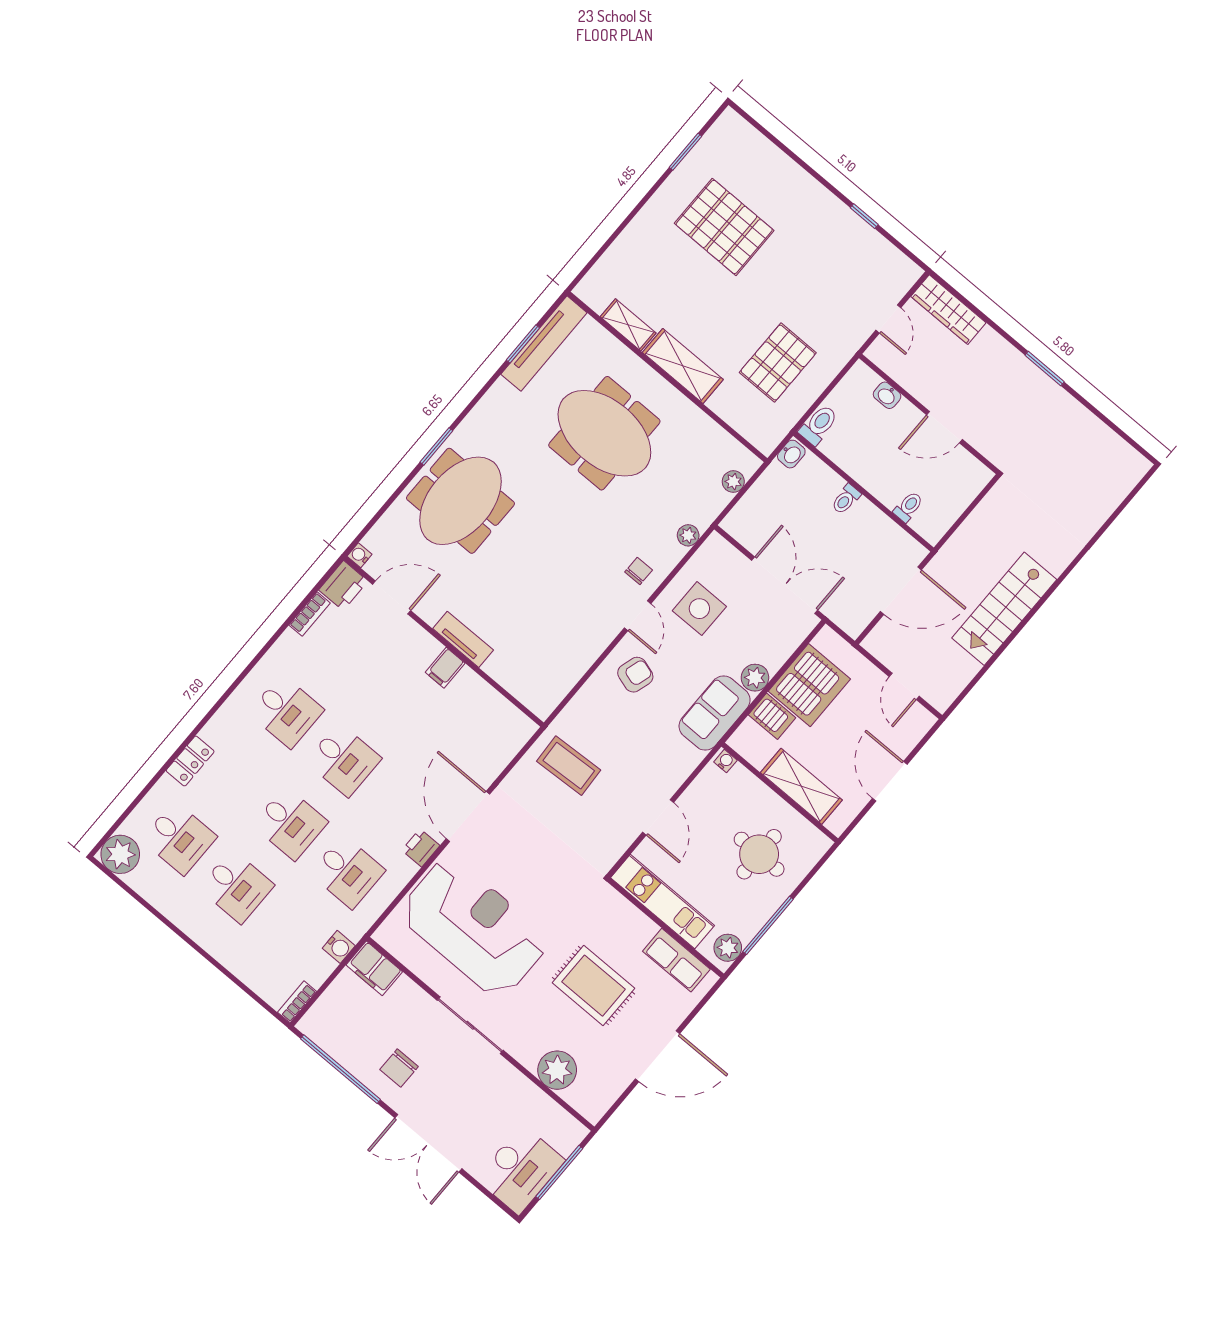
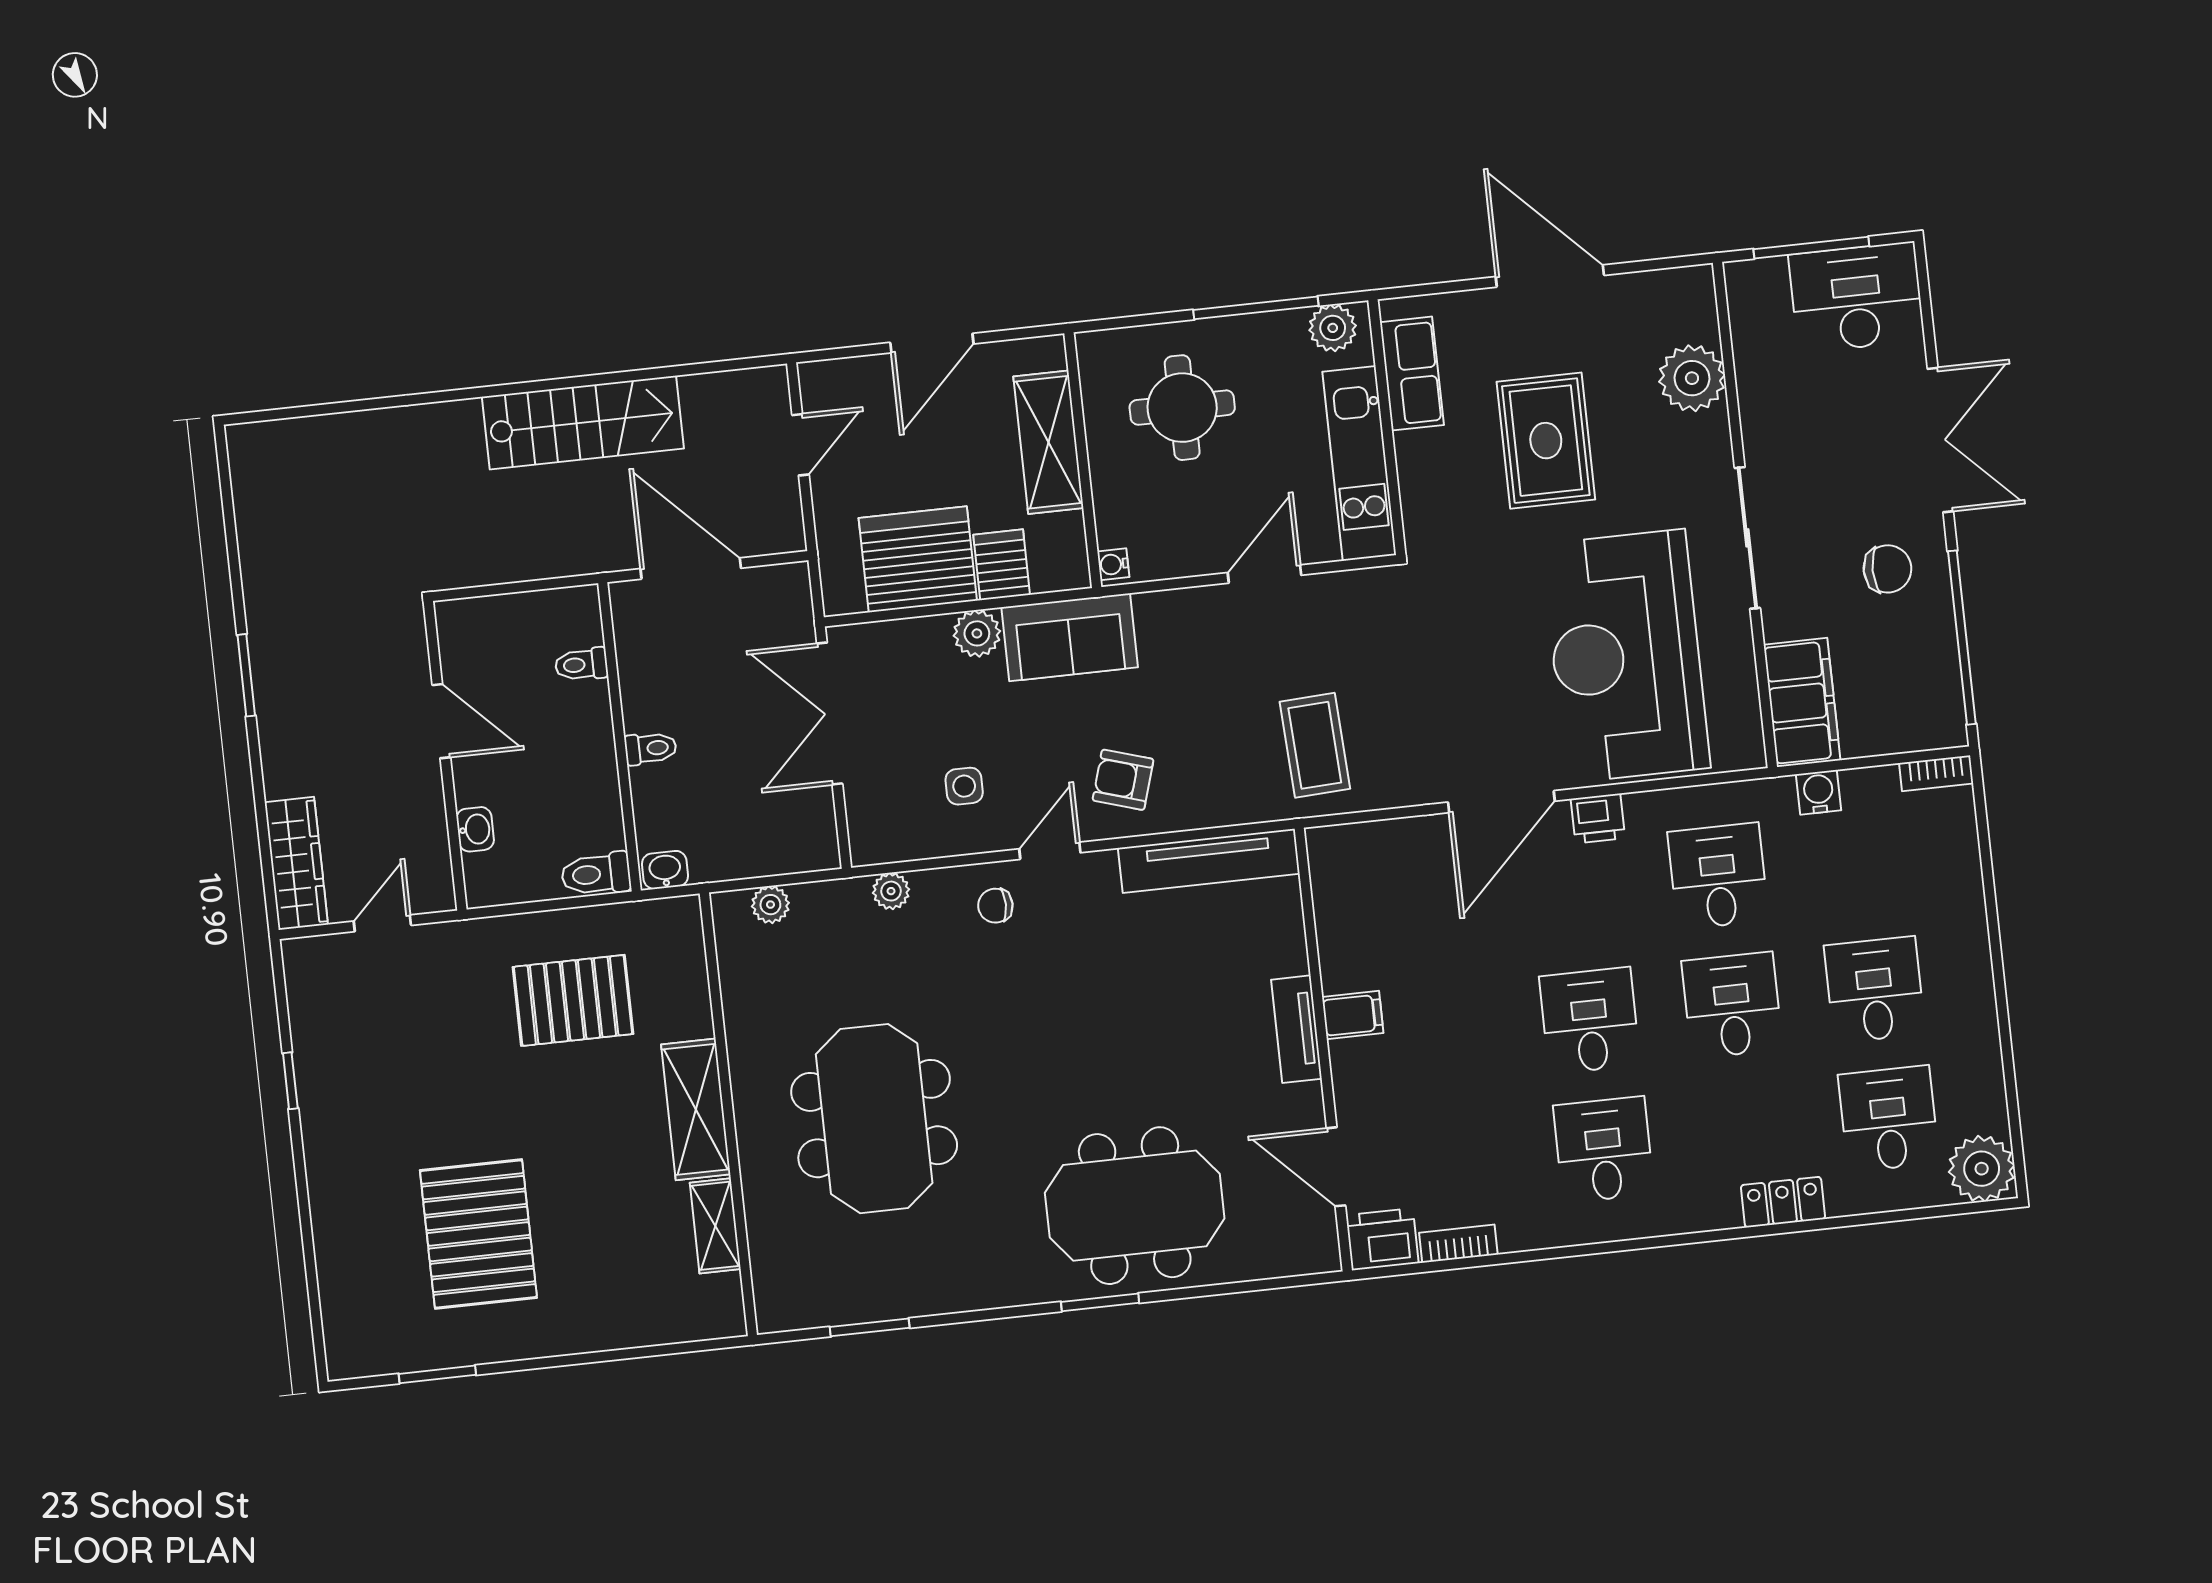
tv unit: (544, 344) -> (1209, 861), moved, turned 180
water cooler: (360, 555) -> (1326, 1258), removed
side table: (699, 609) -> (964, 786), width x0.54, depth x0.54
filing cabinet: (374, 968) -> (1802, 702), width x1.50, depth x1.17

